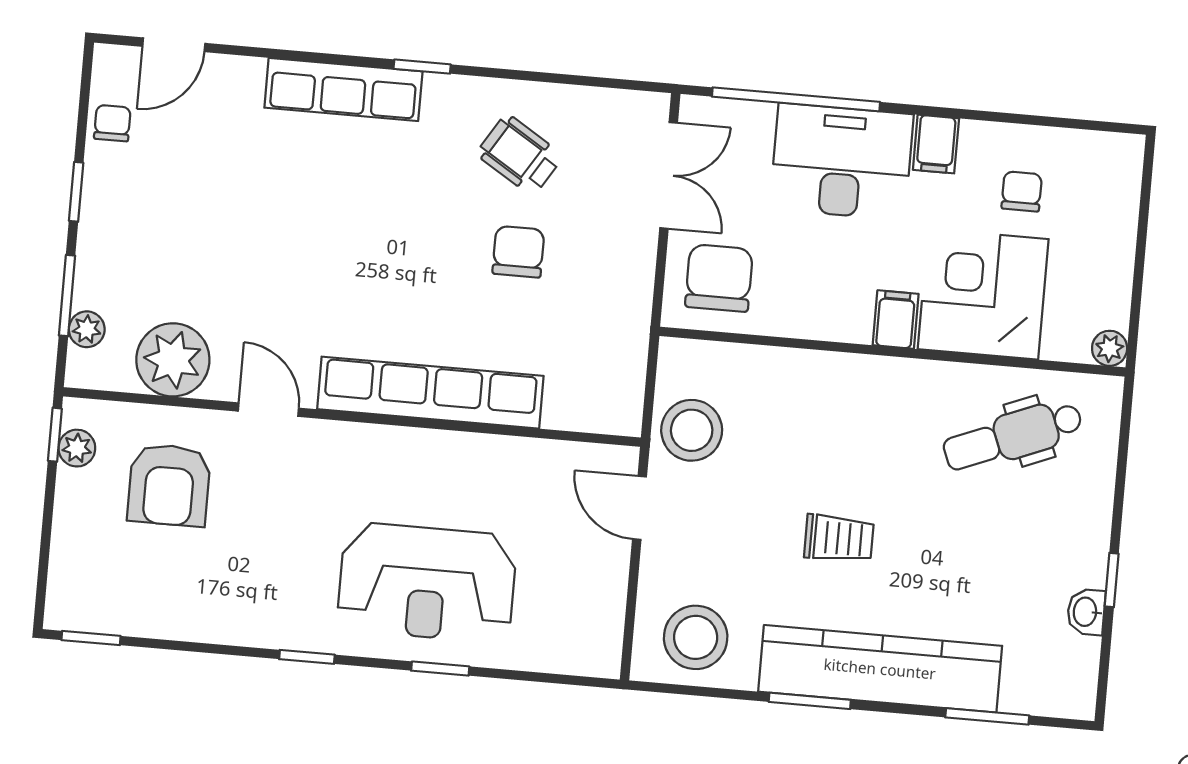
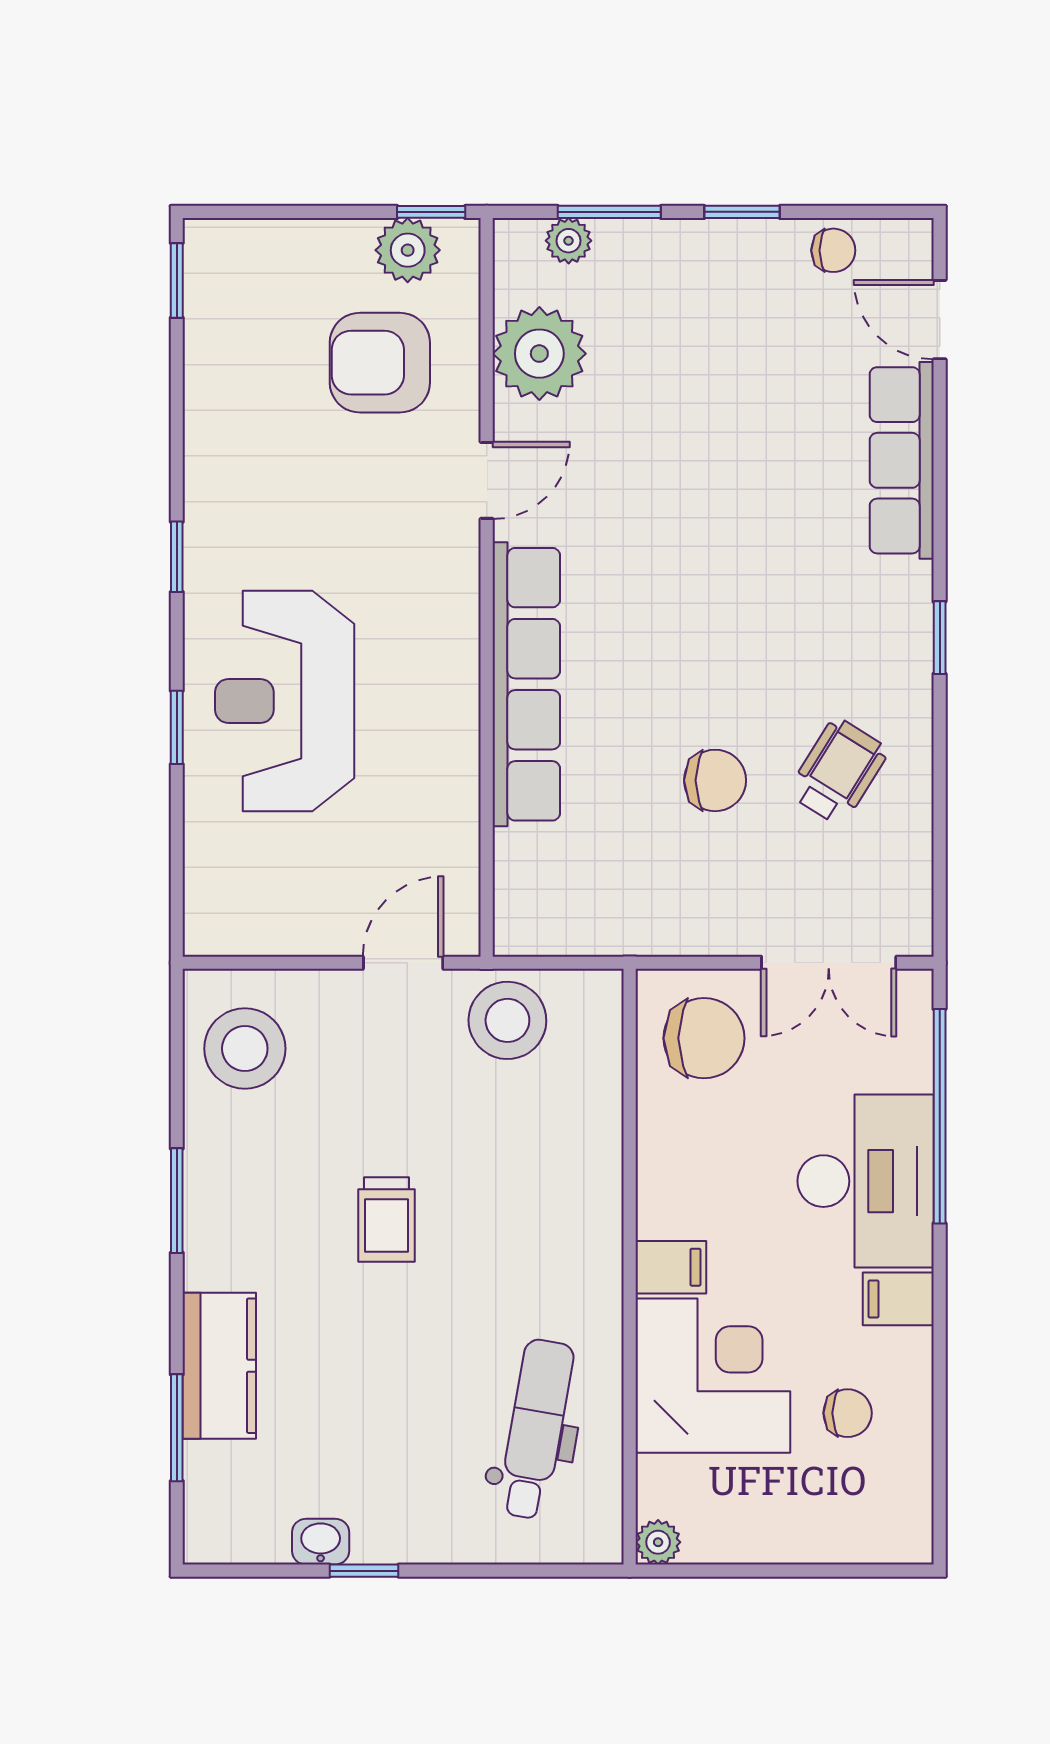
row of seats: (343, 89) -> (902, 460), moved
dental chair: (1013, 436) -> (536, 1429), turned 32
plant: (77, 448) -> (408, 250), width x1.38, depth x1.38
kitchen counter: (880, 669) -> (219, 1366), width x0.48, depth x0.86

